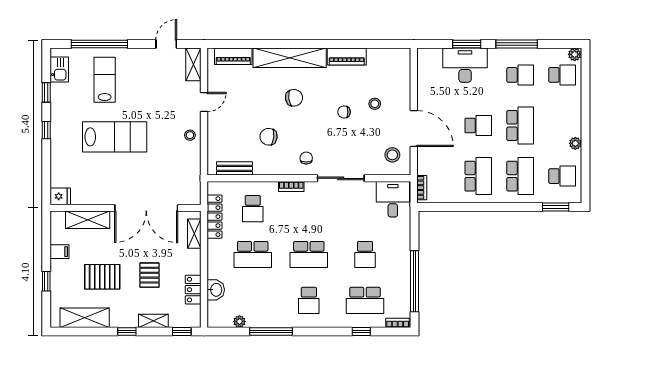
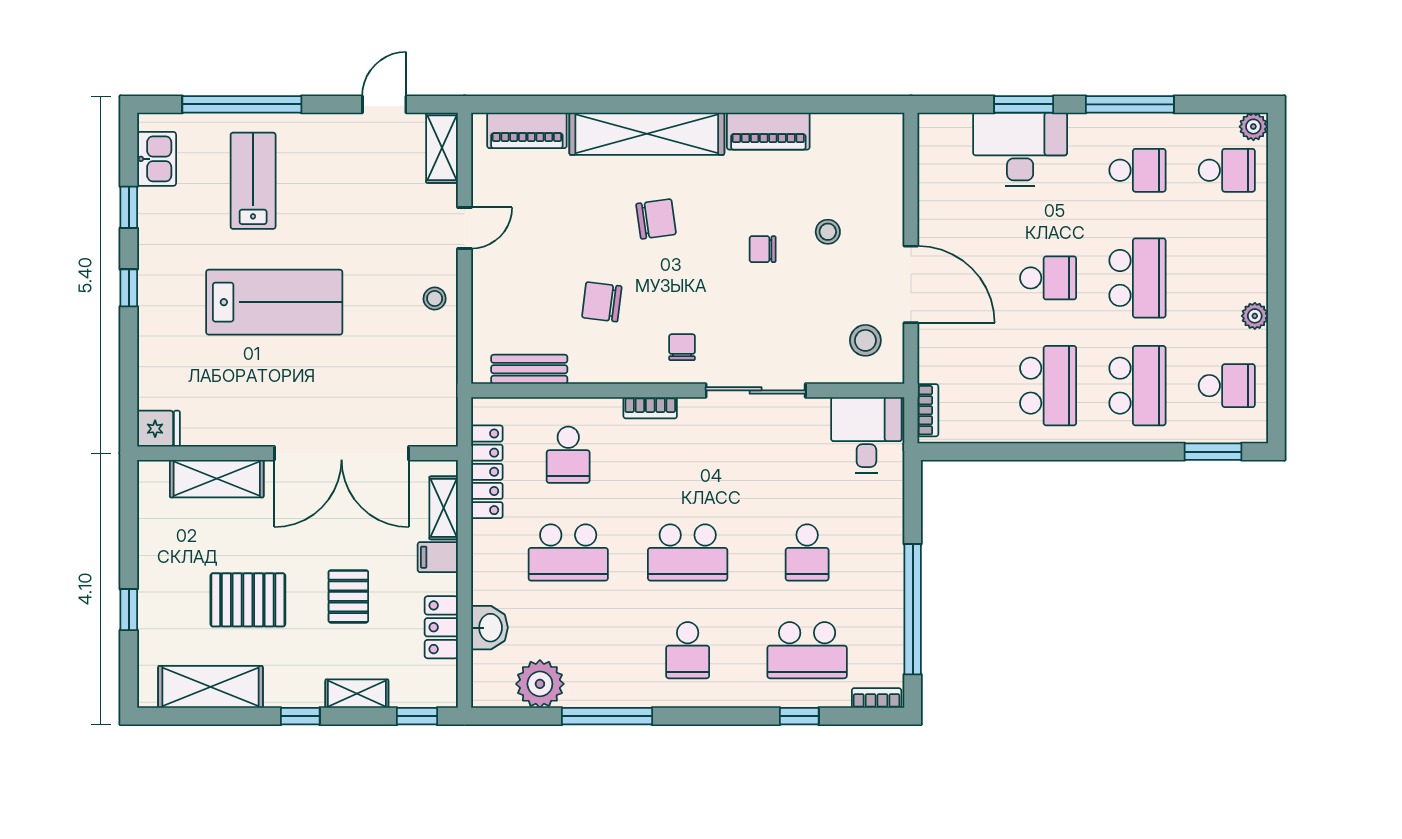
filing cabinet: (60, 252) -> (438, 557), moved, turned 180
plant: (239, 321) -> (540, 684), width x1.88, depth x1.88

